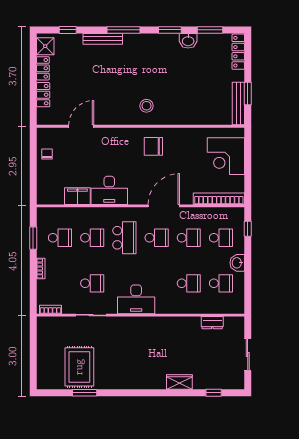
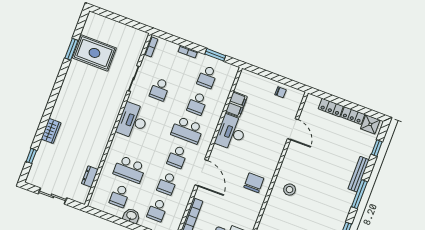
school desk: (189, 283) -> (130, 169), width x1.85

